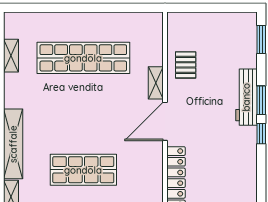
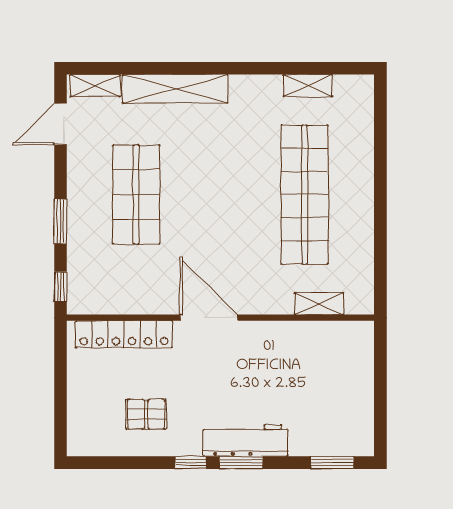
pallet: (186, 65) -> (146, 414), moved
shelving: (156, 83) -> (319, 304), moved

